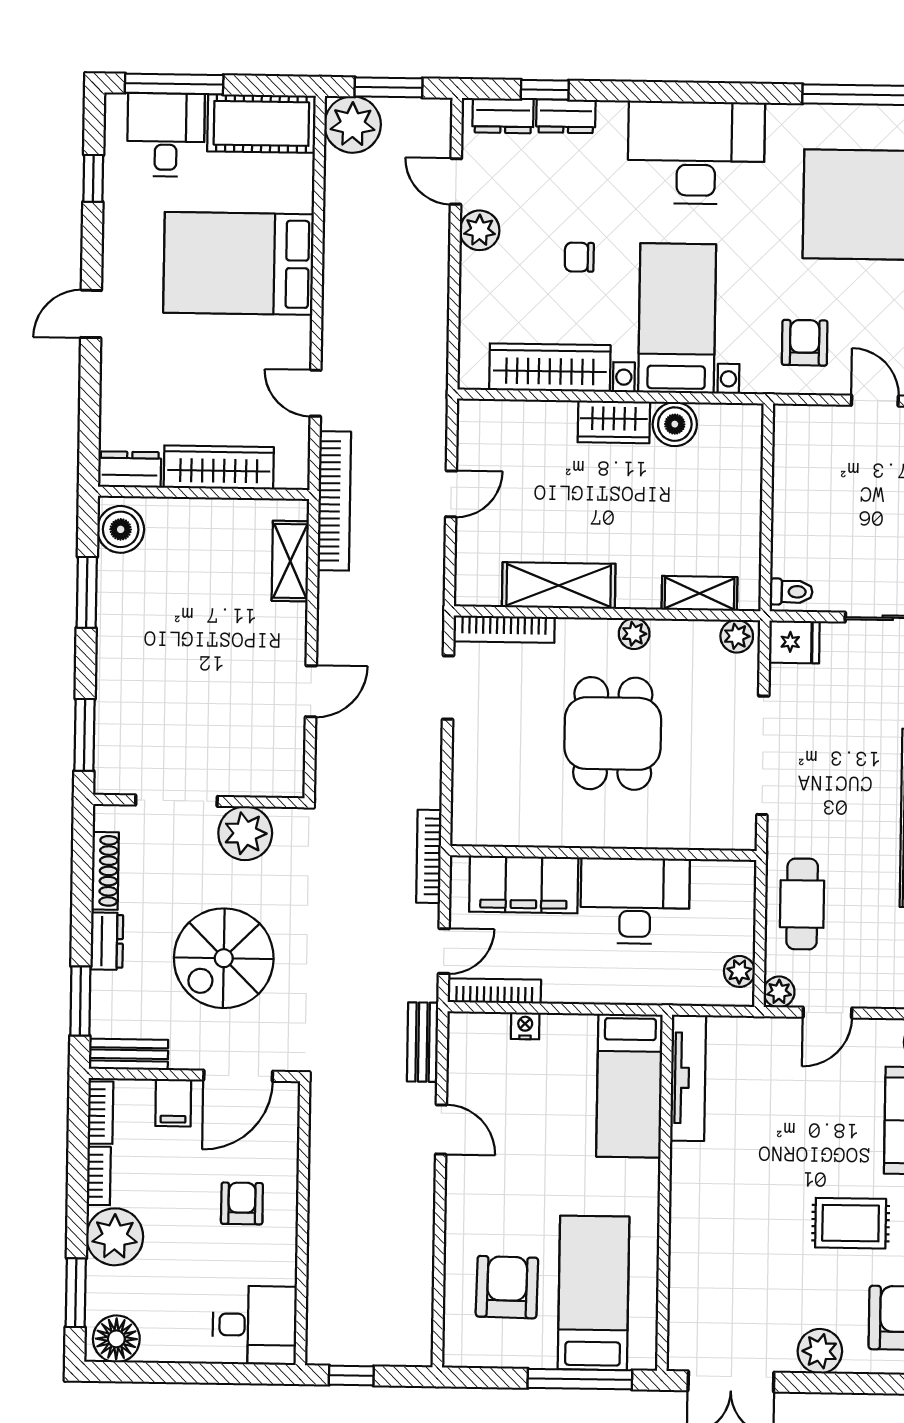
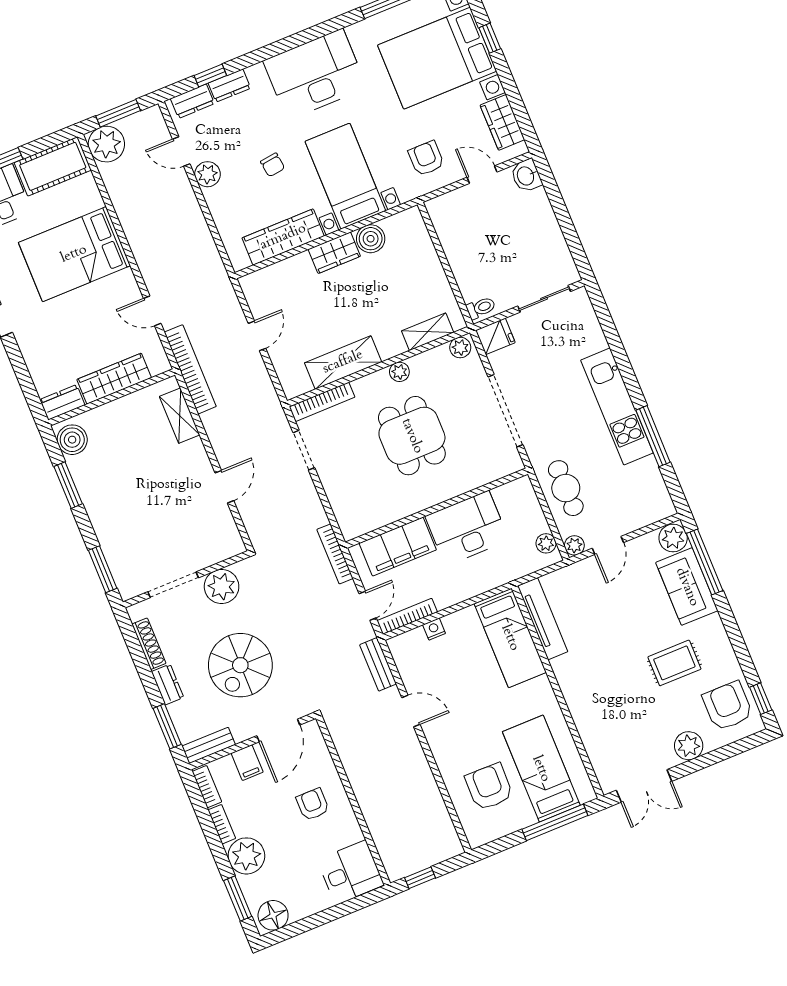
chair: (579, 257) -> (273, 165), turned -97

